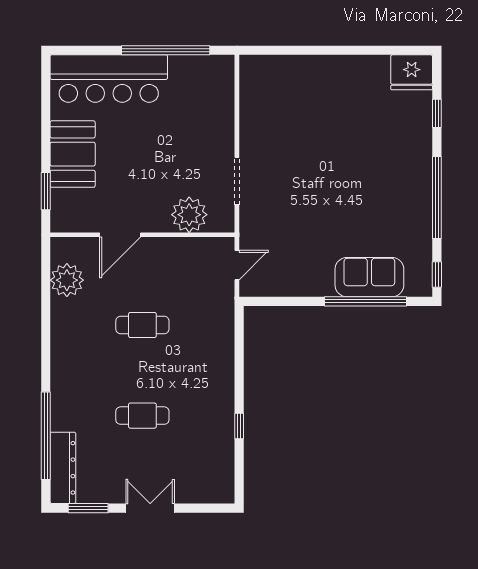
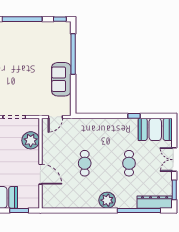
door: (237, 265) -> (55, 117), swing flipped
sofa: (369, 277) -> (61, 79), moved
plant: (67, 280) -> (107, 200), moved
booth: (212, 469) -> (155, 129), added

